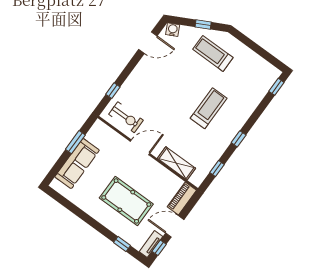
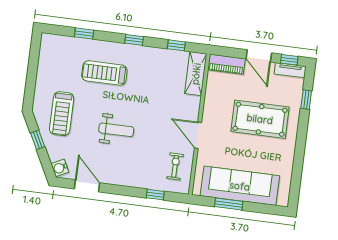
window: (276, 87) -> (84, 33), moved
weight bench: (178, 88) -> (116, 130), added
treadmill: (209, 108) -> (104, 73), moved
exercise bike: (126, 117) -> (175, 166), width x0.73, depth x0.72
shelving: (176, 163) -> (196, 74), moved
sofa: (77, 164) -> (240, 186), width x1.36, depth x1.27
pool table: (126, 201) -> (260, 119), turned 90

